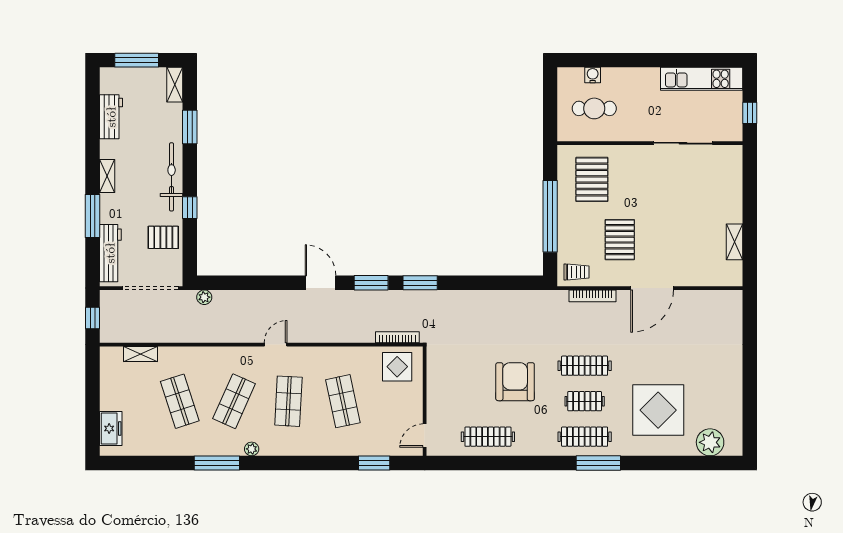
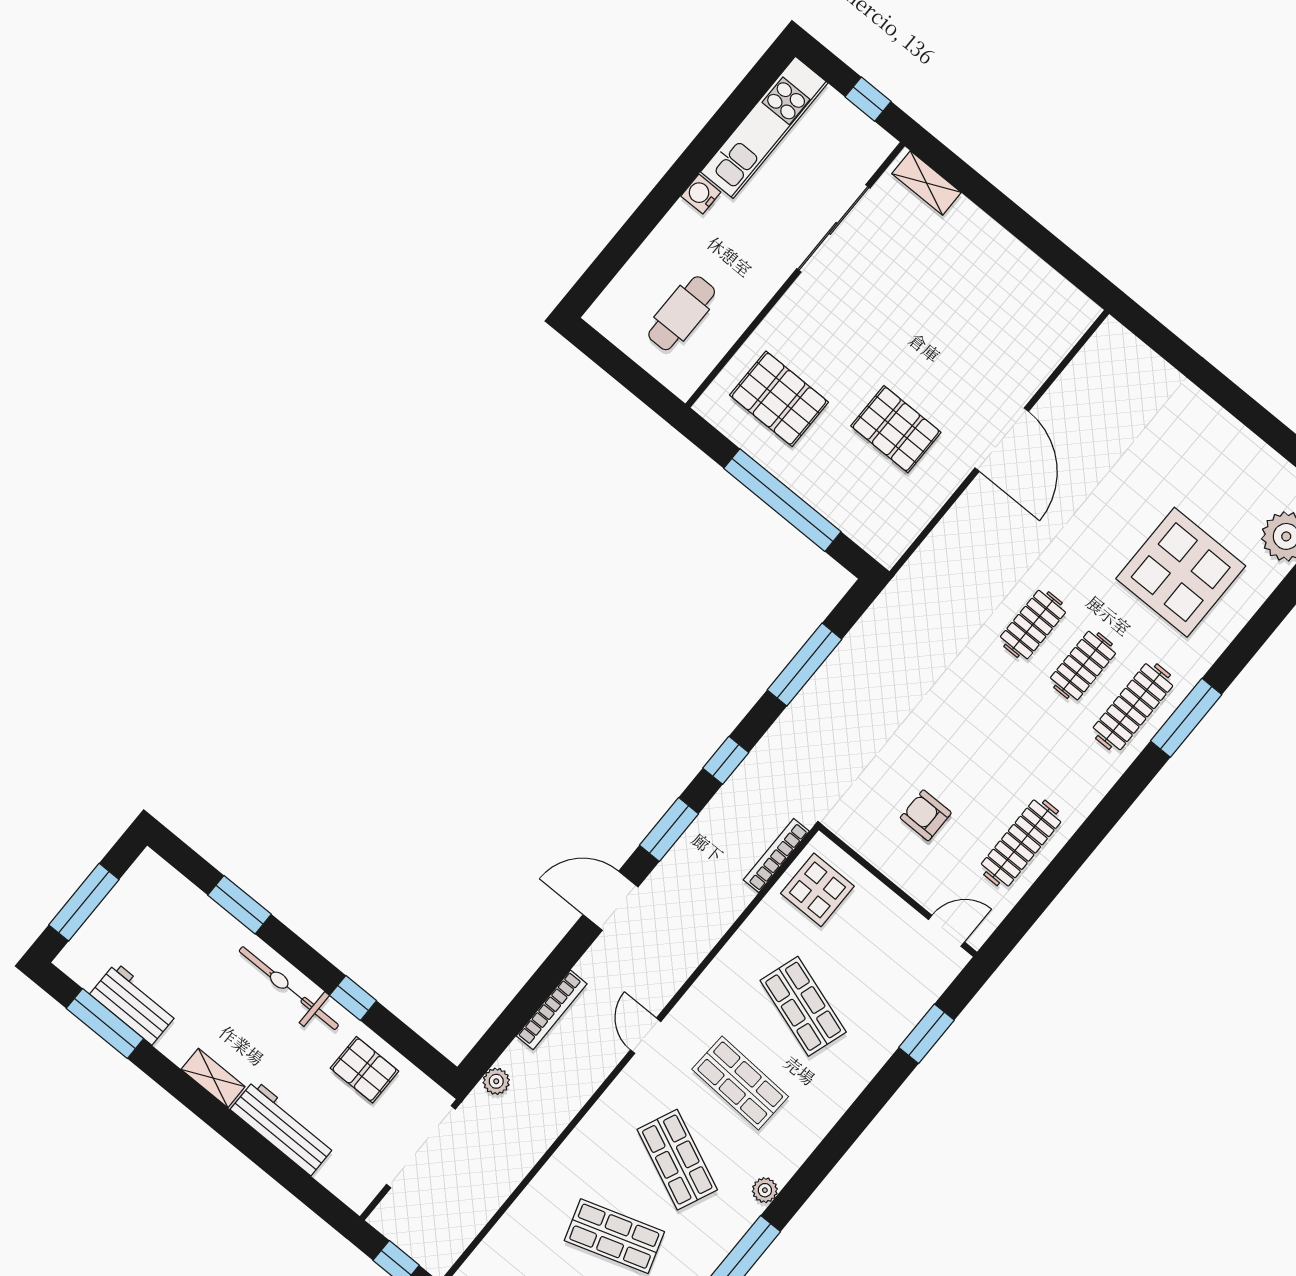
water cooler: (593, 75) -> (701, 194), moved
shelving: (175, 85) -> (163, 877), removed
window: (93, 216) -> (105, 1024), moved
pallet: (163, 237) -> (364, 1070), turned 90
shelving: (735, 242) -> (926, 183), moved
workbench: (110, 253) -> (283, 1128), moved
trolley: (577, 272) -> (892, 527), removed
window: (420, 283) -> (726, 760), width x0.67
window: (488, 283) -> (804, 665), added
bookcase: (593, 296) -> (552, 1010), moved
shelving: (140, 354) -> (502, 1237), removed
clothes rail: (585, 366) -> (1033, 625), width x0.73
armchair: (515, 382) -> (926, 815), moved, width x0.53, depth x0.53
shop shelf: (343, 401) -> (803, 1006), turned 30
door: (425, 436) -> (946, 931), swing flipped

